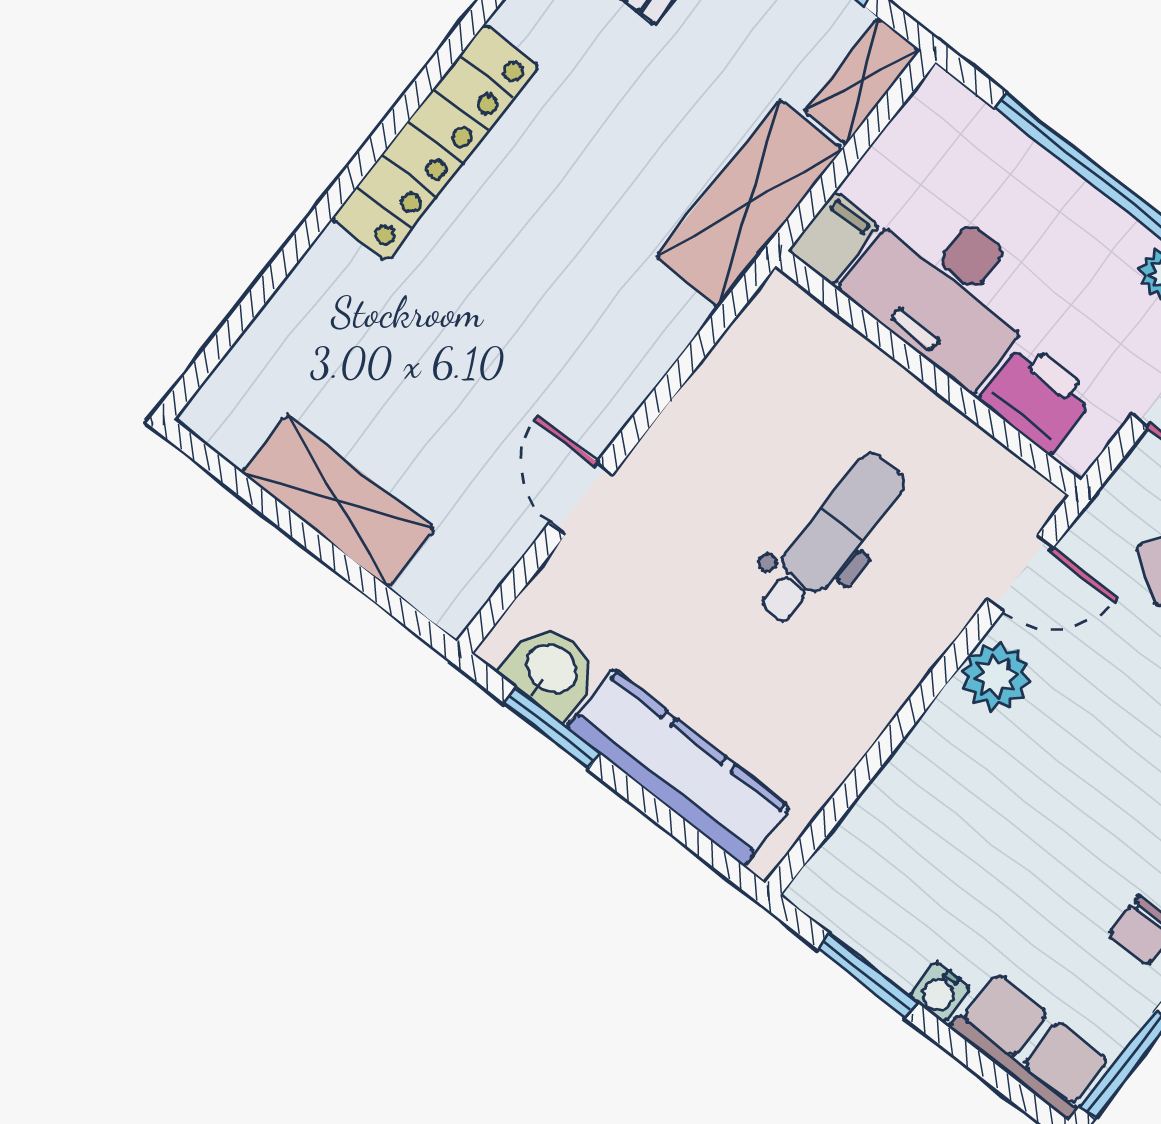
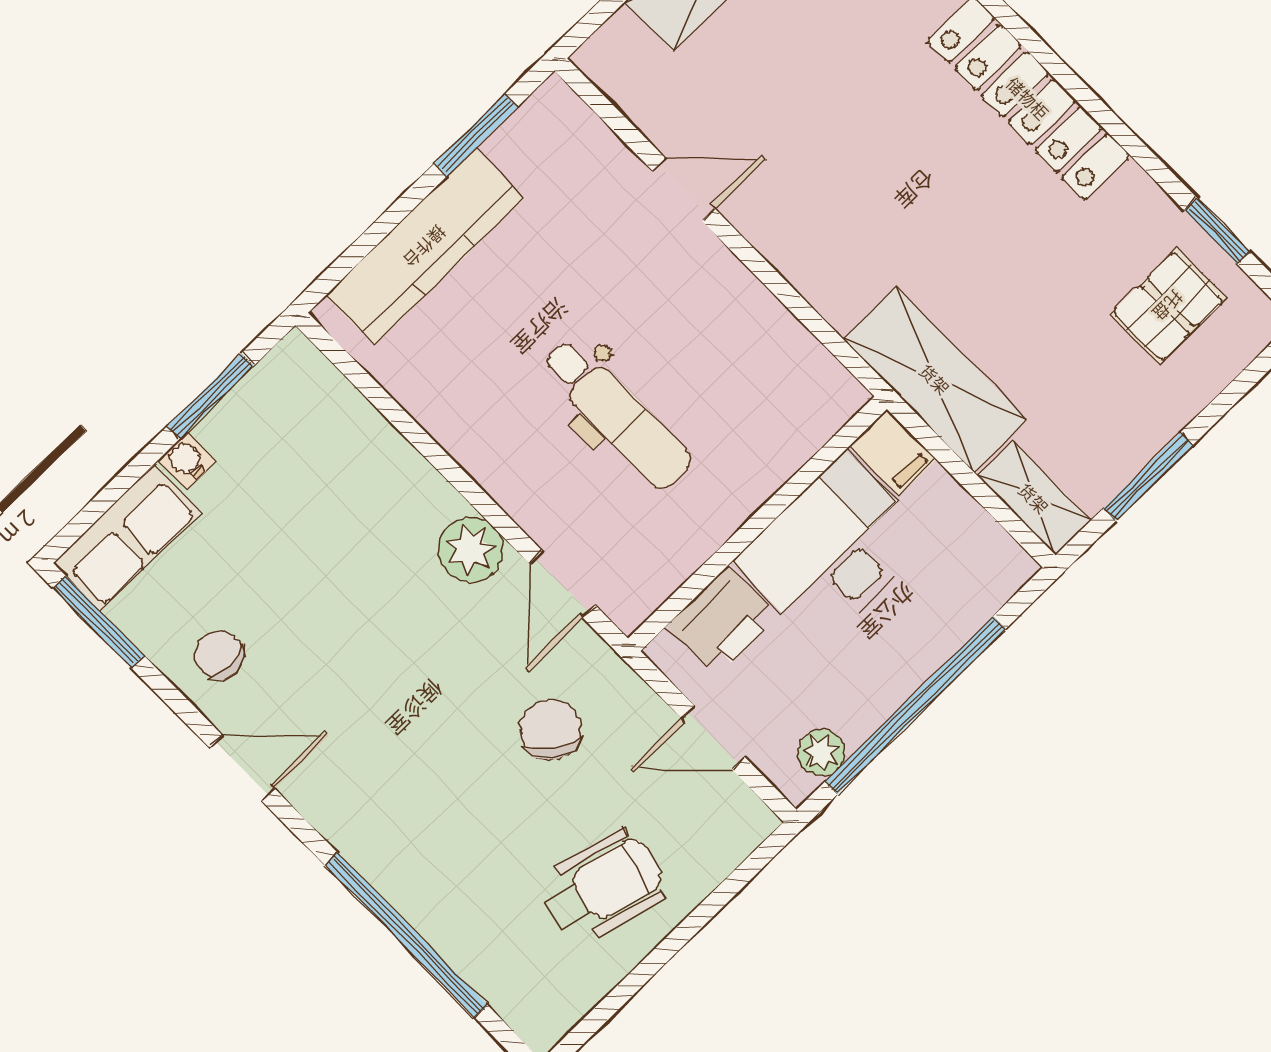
washbasin: (551, 670) -> (530, 141), removed

